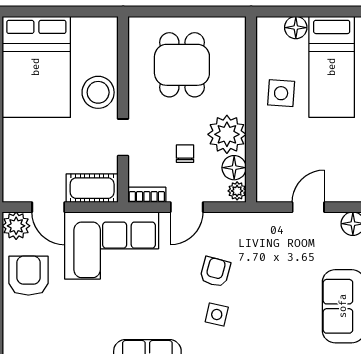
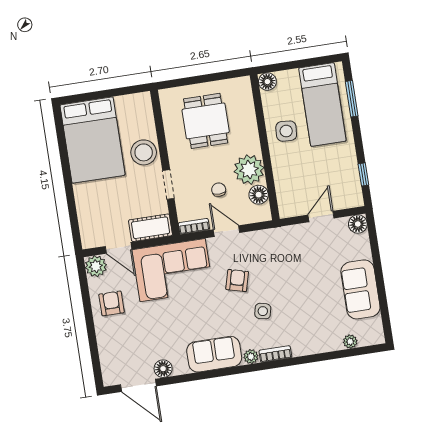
floor lamp: (296, 28) -> (267, 82), moved
plant: (237, 191) -> (264, 212), removed
door: (187, 207) -> (226, 231), swing flipped
armchair: (215, 272) -> (237, 280), moved
armchair: (28, 276) -> (112, 303), width x0.72, depth x0.72

